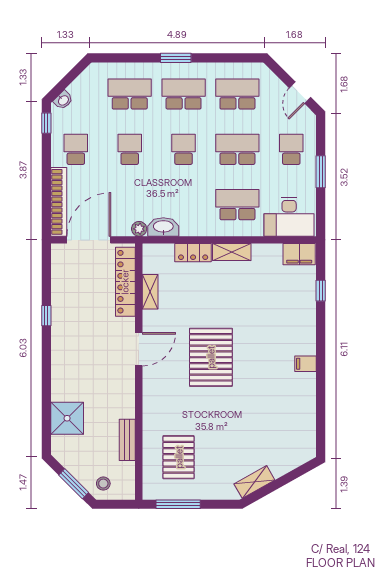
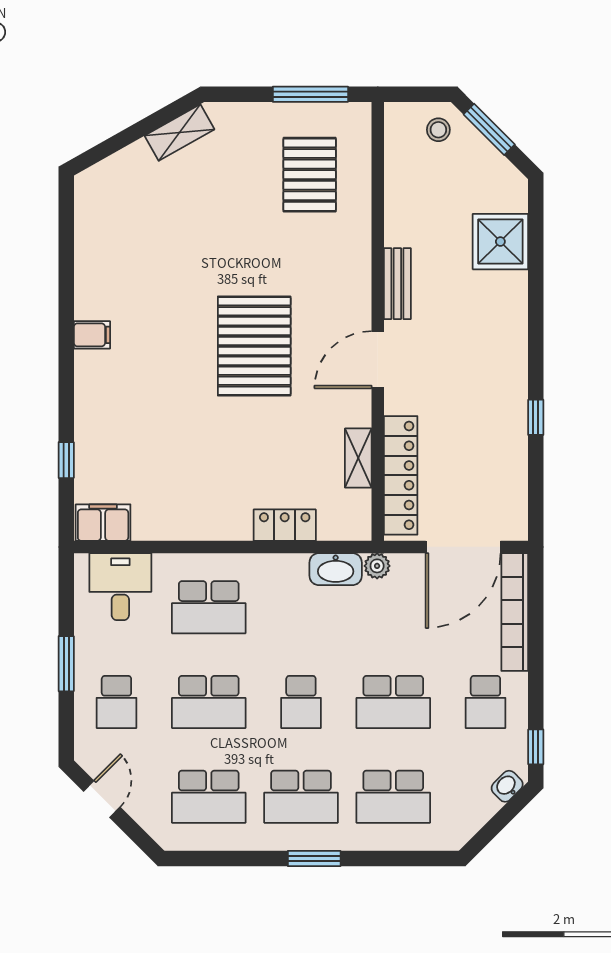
school desk: (130, 149) -> (393, 702), width x1.85
desk: (289, 217) -> (120, 587), width x0.73
shelving: (232, 252) -> (218, 526), removed
bench: (127, 440) -> (397, 284), moved

